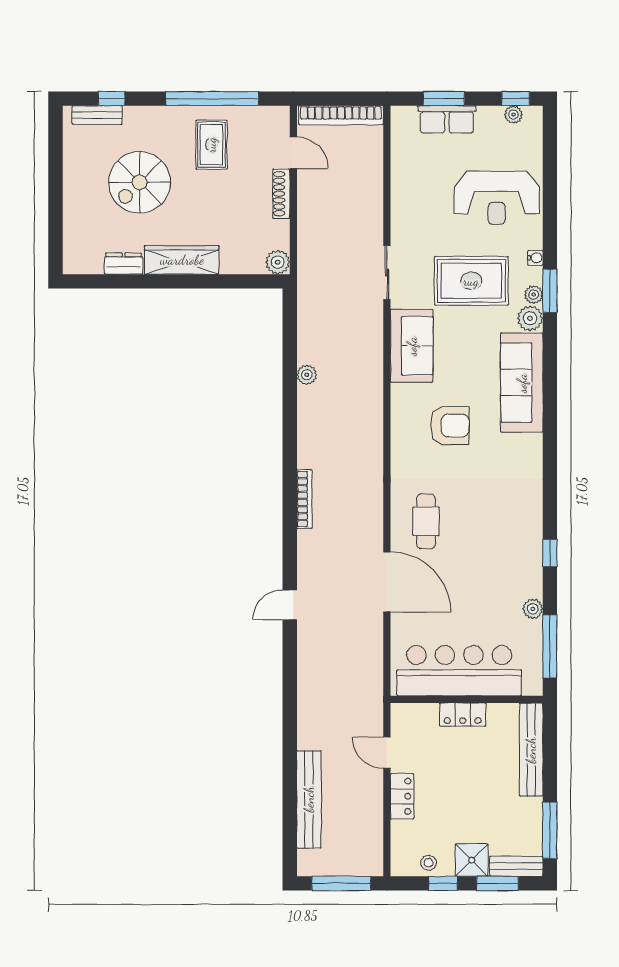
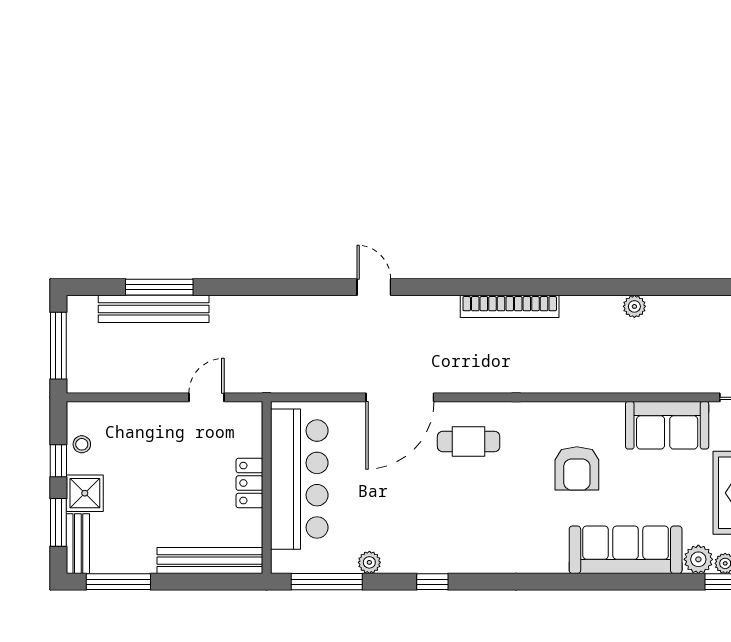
bookcase: (304, 499) -> (510, 306), width x1.48, depth x1.31
window: (290, 794) -> (159, 287), added
locker: (402, 796) -> (157, 414), removed

